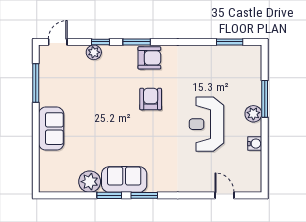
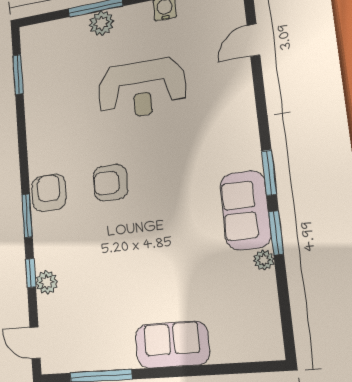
plant: (253, 114) -> (101, 23), moved
plant: (90, 182) -> (264, 260), width x0.53, depth x0.53

